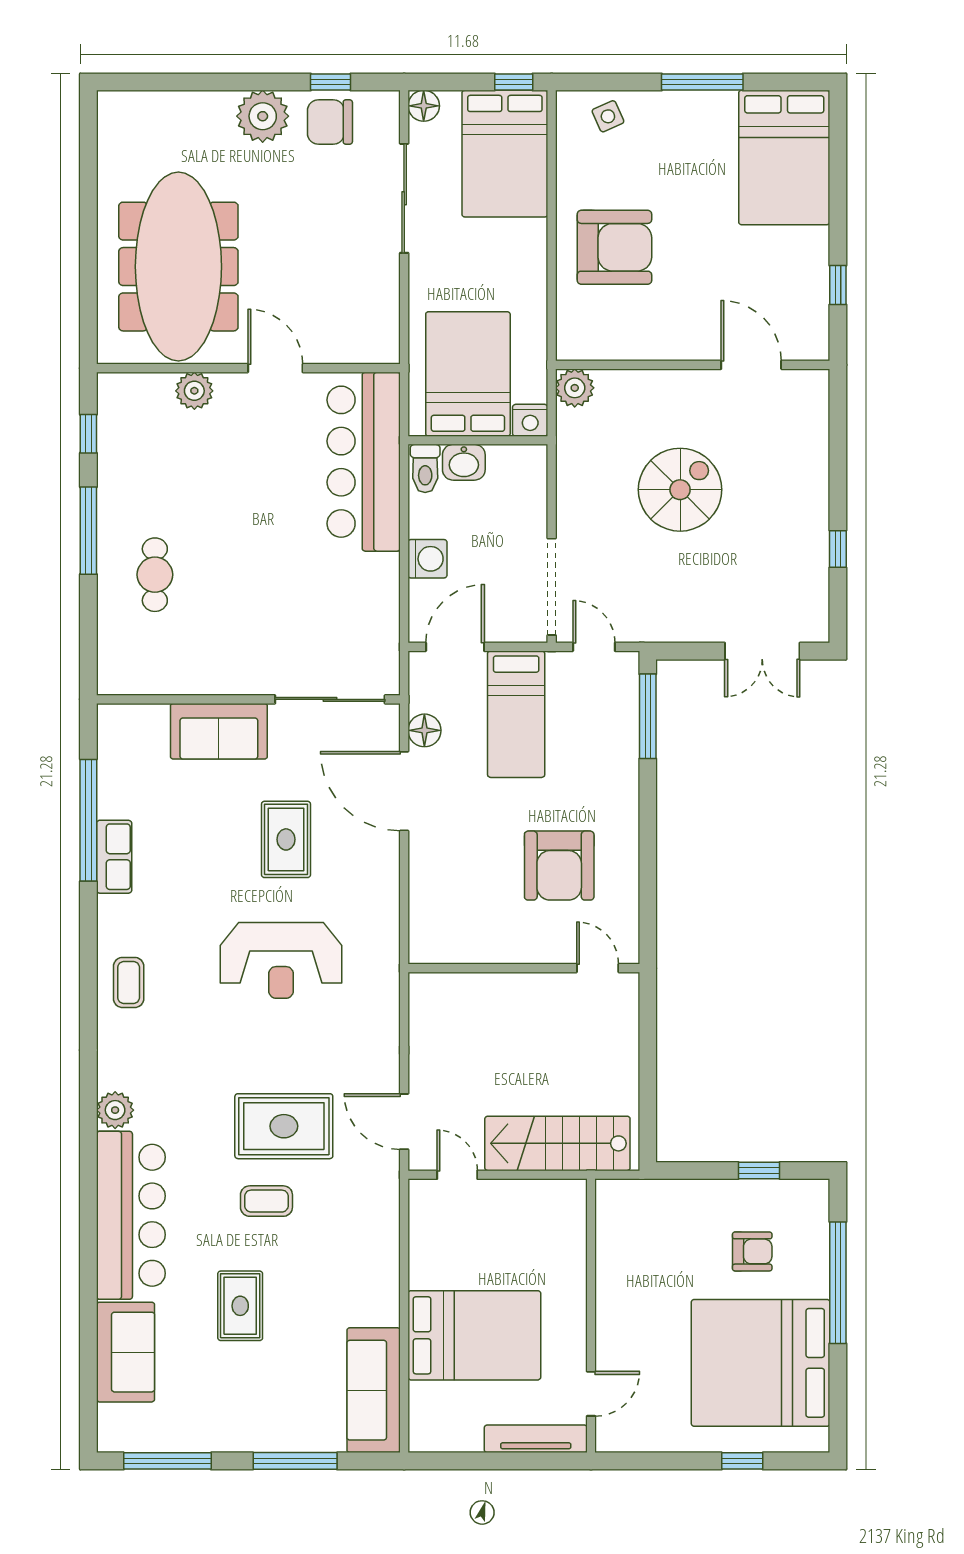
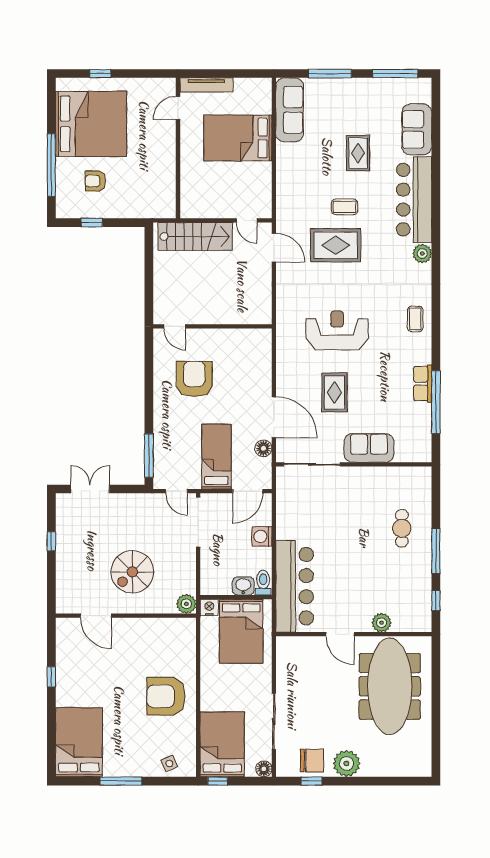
wall: (693, 365) -> (126, 616), moved
door: (751, 365) -> (96, 616), moved
plant: (575, 388) -> (186, 604), moved

